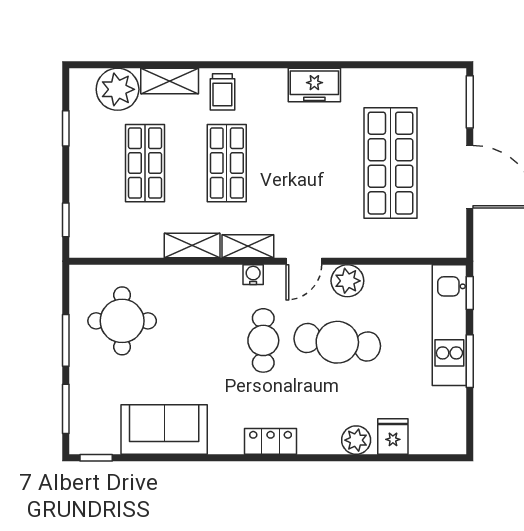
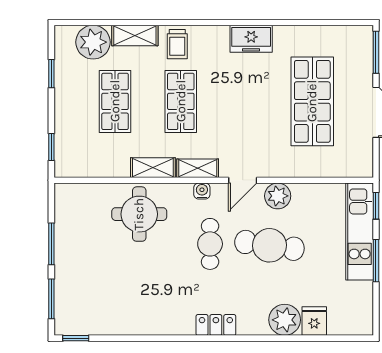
round table: (122, 321) -> (139, 214), moved
sofa: (164, 430) -> (130, 316), removed
plant: (356, 440) -> (285, 320), width x1.36, depth x1.36

